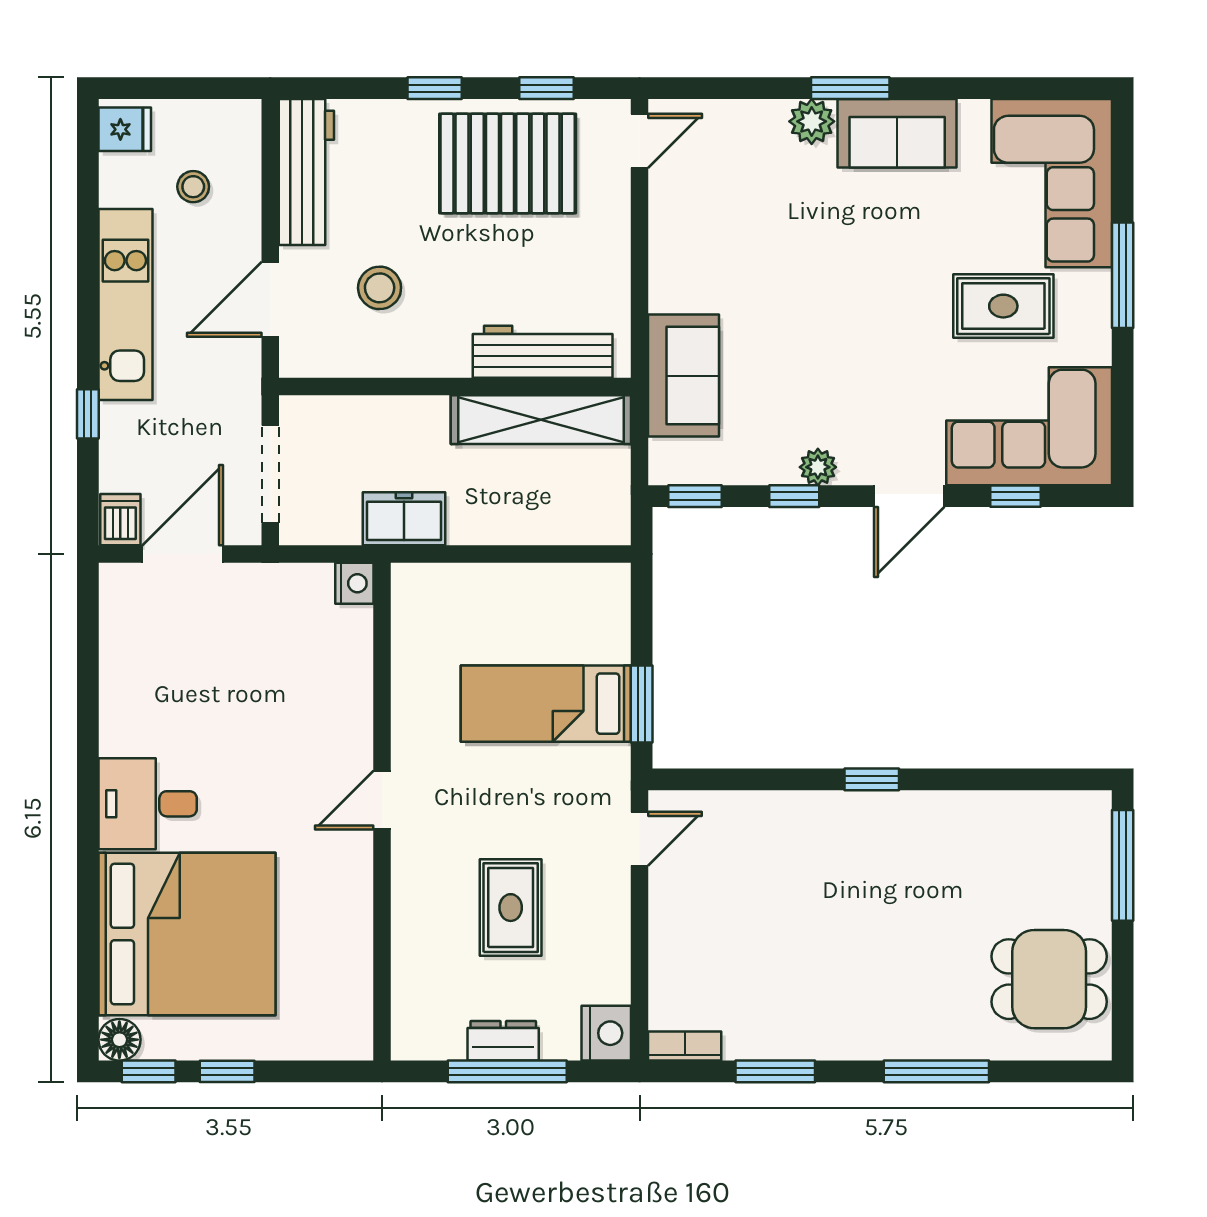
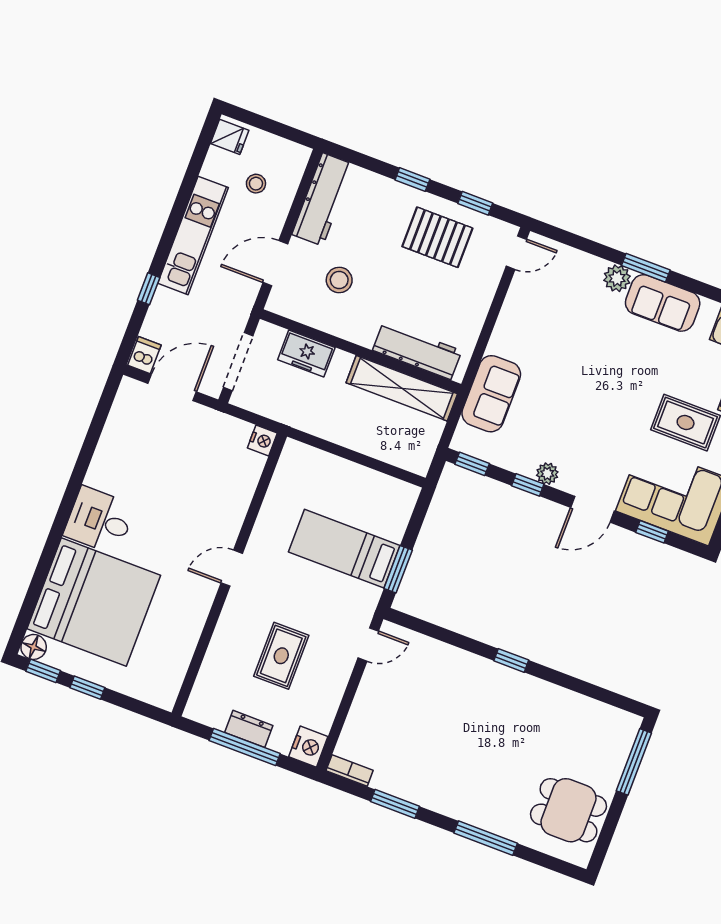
pallet: (508, 163) -> (437, 237), width x0.73, depth x0.71
freezer: (404, 519) -> (306, 354), moved, turned 180

